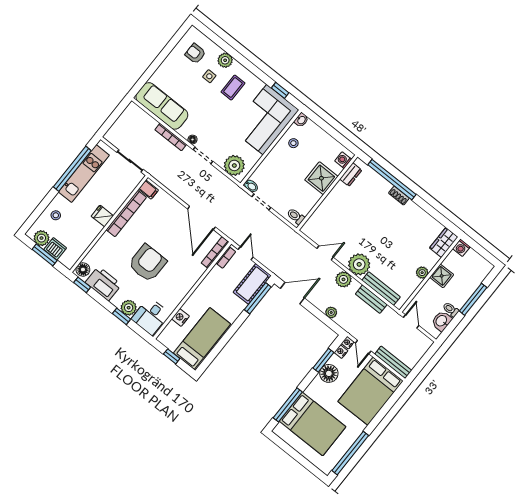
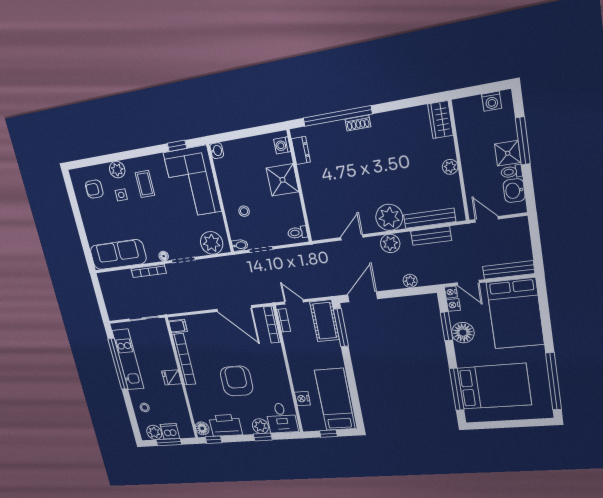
stool: (293, 143) -> (244, 211), moved
washing machine: (461, 248) -> (492, 101), moved
shower: (442, 276) -> (508, 153), moved

